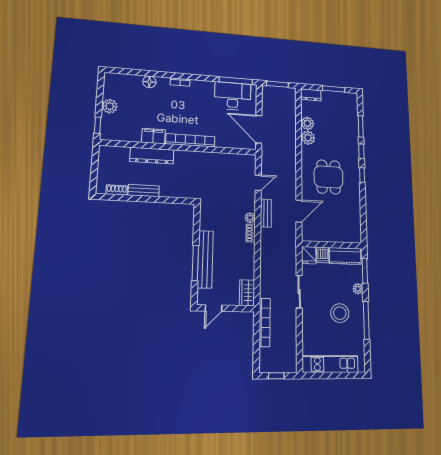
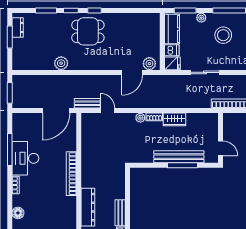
window: (236, 81) -> (10, 149), moved
dresser: (311, 95) -> (18, 27), moved
desk: (233, 96) -> (25, 158), moved
plant: (307, 123) -> (149, 64), moved
filing cabinet: (153, 136) -> (70, 207), removed
dining table: (329, 177) -> (88, 31), moved
door: (299, 211) -> (132, 72), swing flipped
bench: (266, 213) -> (87, 103), moved
wardrobe: (247, 293) -> (174, 119), moved

